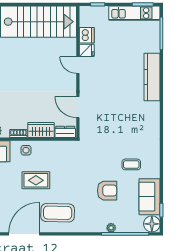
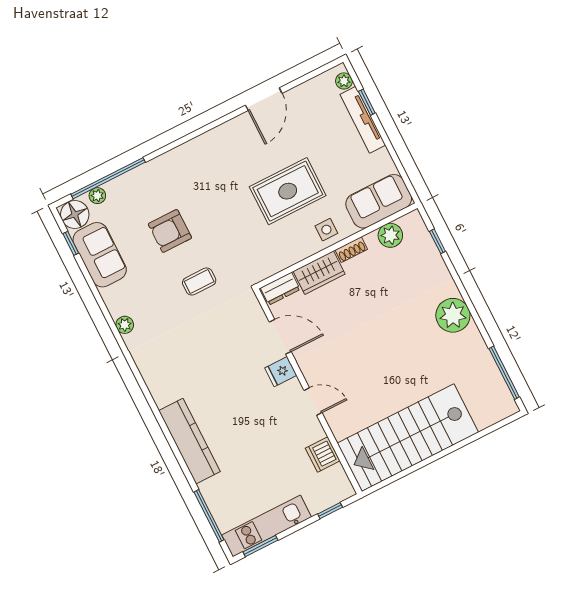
fridge: (87, 50) -> (281, 372), moved
plant: (155, 154) -> (125, 325), added
coffee table: (131, 164) -> (199, 282), moved
rug: (36, 180) -> (288, 191), width x1.36, depth x1.43
coffee table: (58, 213) -> (229, 158), removed
plant: (111, 228) -> (97, 196), moved
door: (24, 234) -> (264, 99), width x0.73

